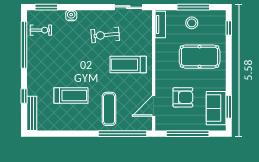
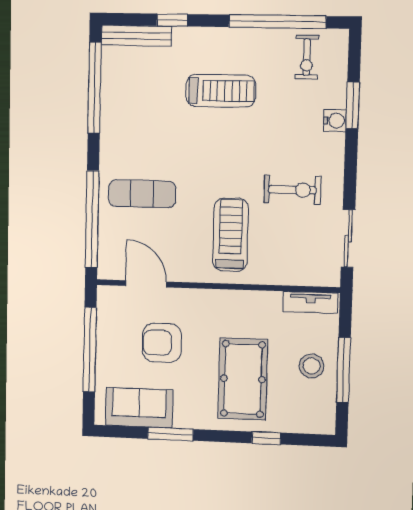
window: (46, 7) -> (353, 105), moved
window: (229, 28) -> (266, 438), moved
exercise bike: (105, 35) -> (292, 190), turned 95
treadmill: (71, 95) -> (221, 91), moved, turned -90
armchair: (183, 97) -> (162, 343), turned 90
window: (229, 107) -> (170, 434), moved
window: (58, 134) -> (95, 88), added

